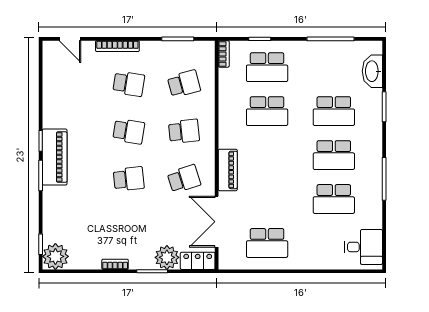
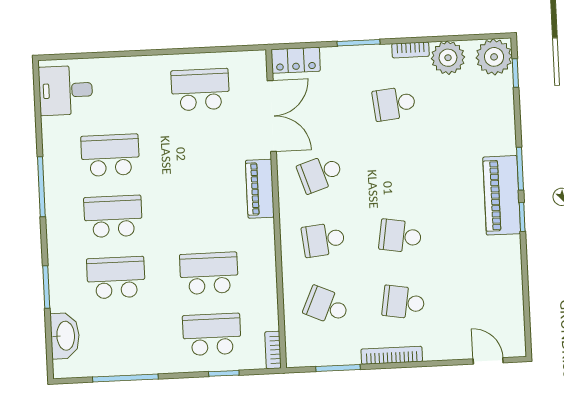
bookcase: (117, 46) -> (392, 355), moved
school desk: (184, 84) -> (326, 306), turned 39
school desk: (129, 179) -> (394, 104), moved
plant: (167, 257) -> (448, 58), moved

